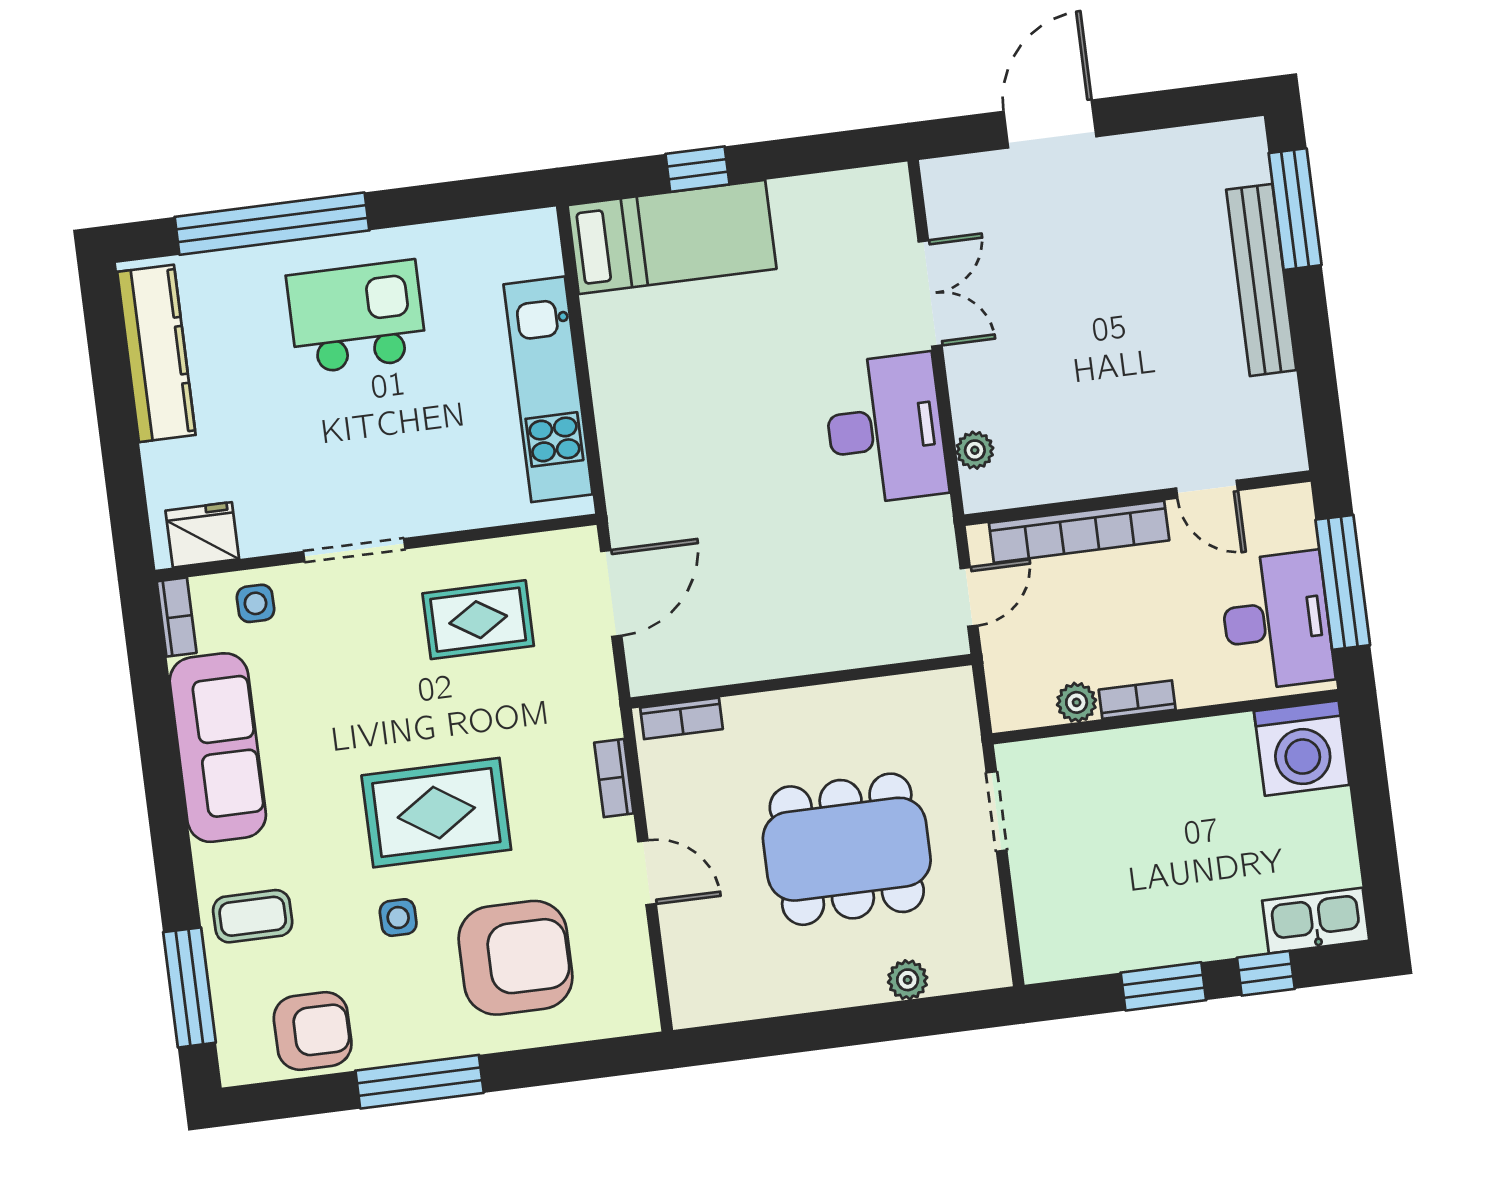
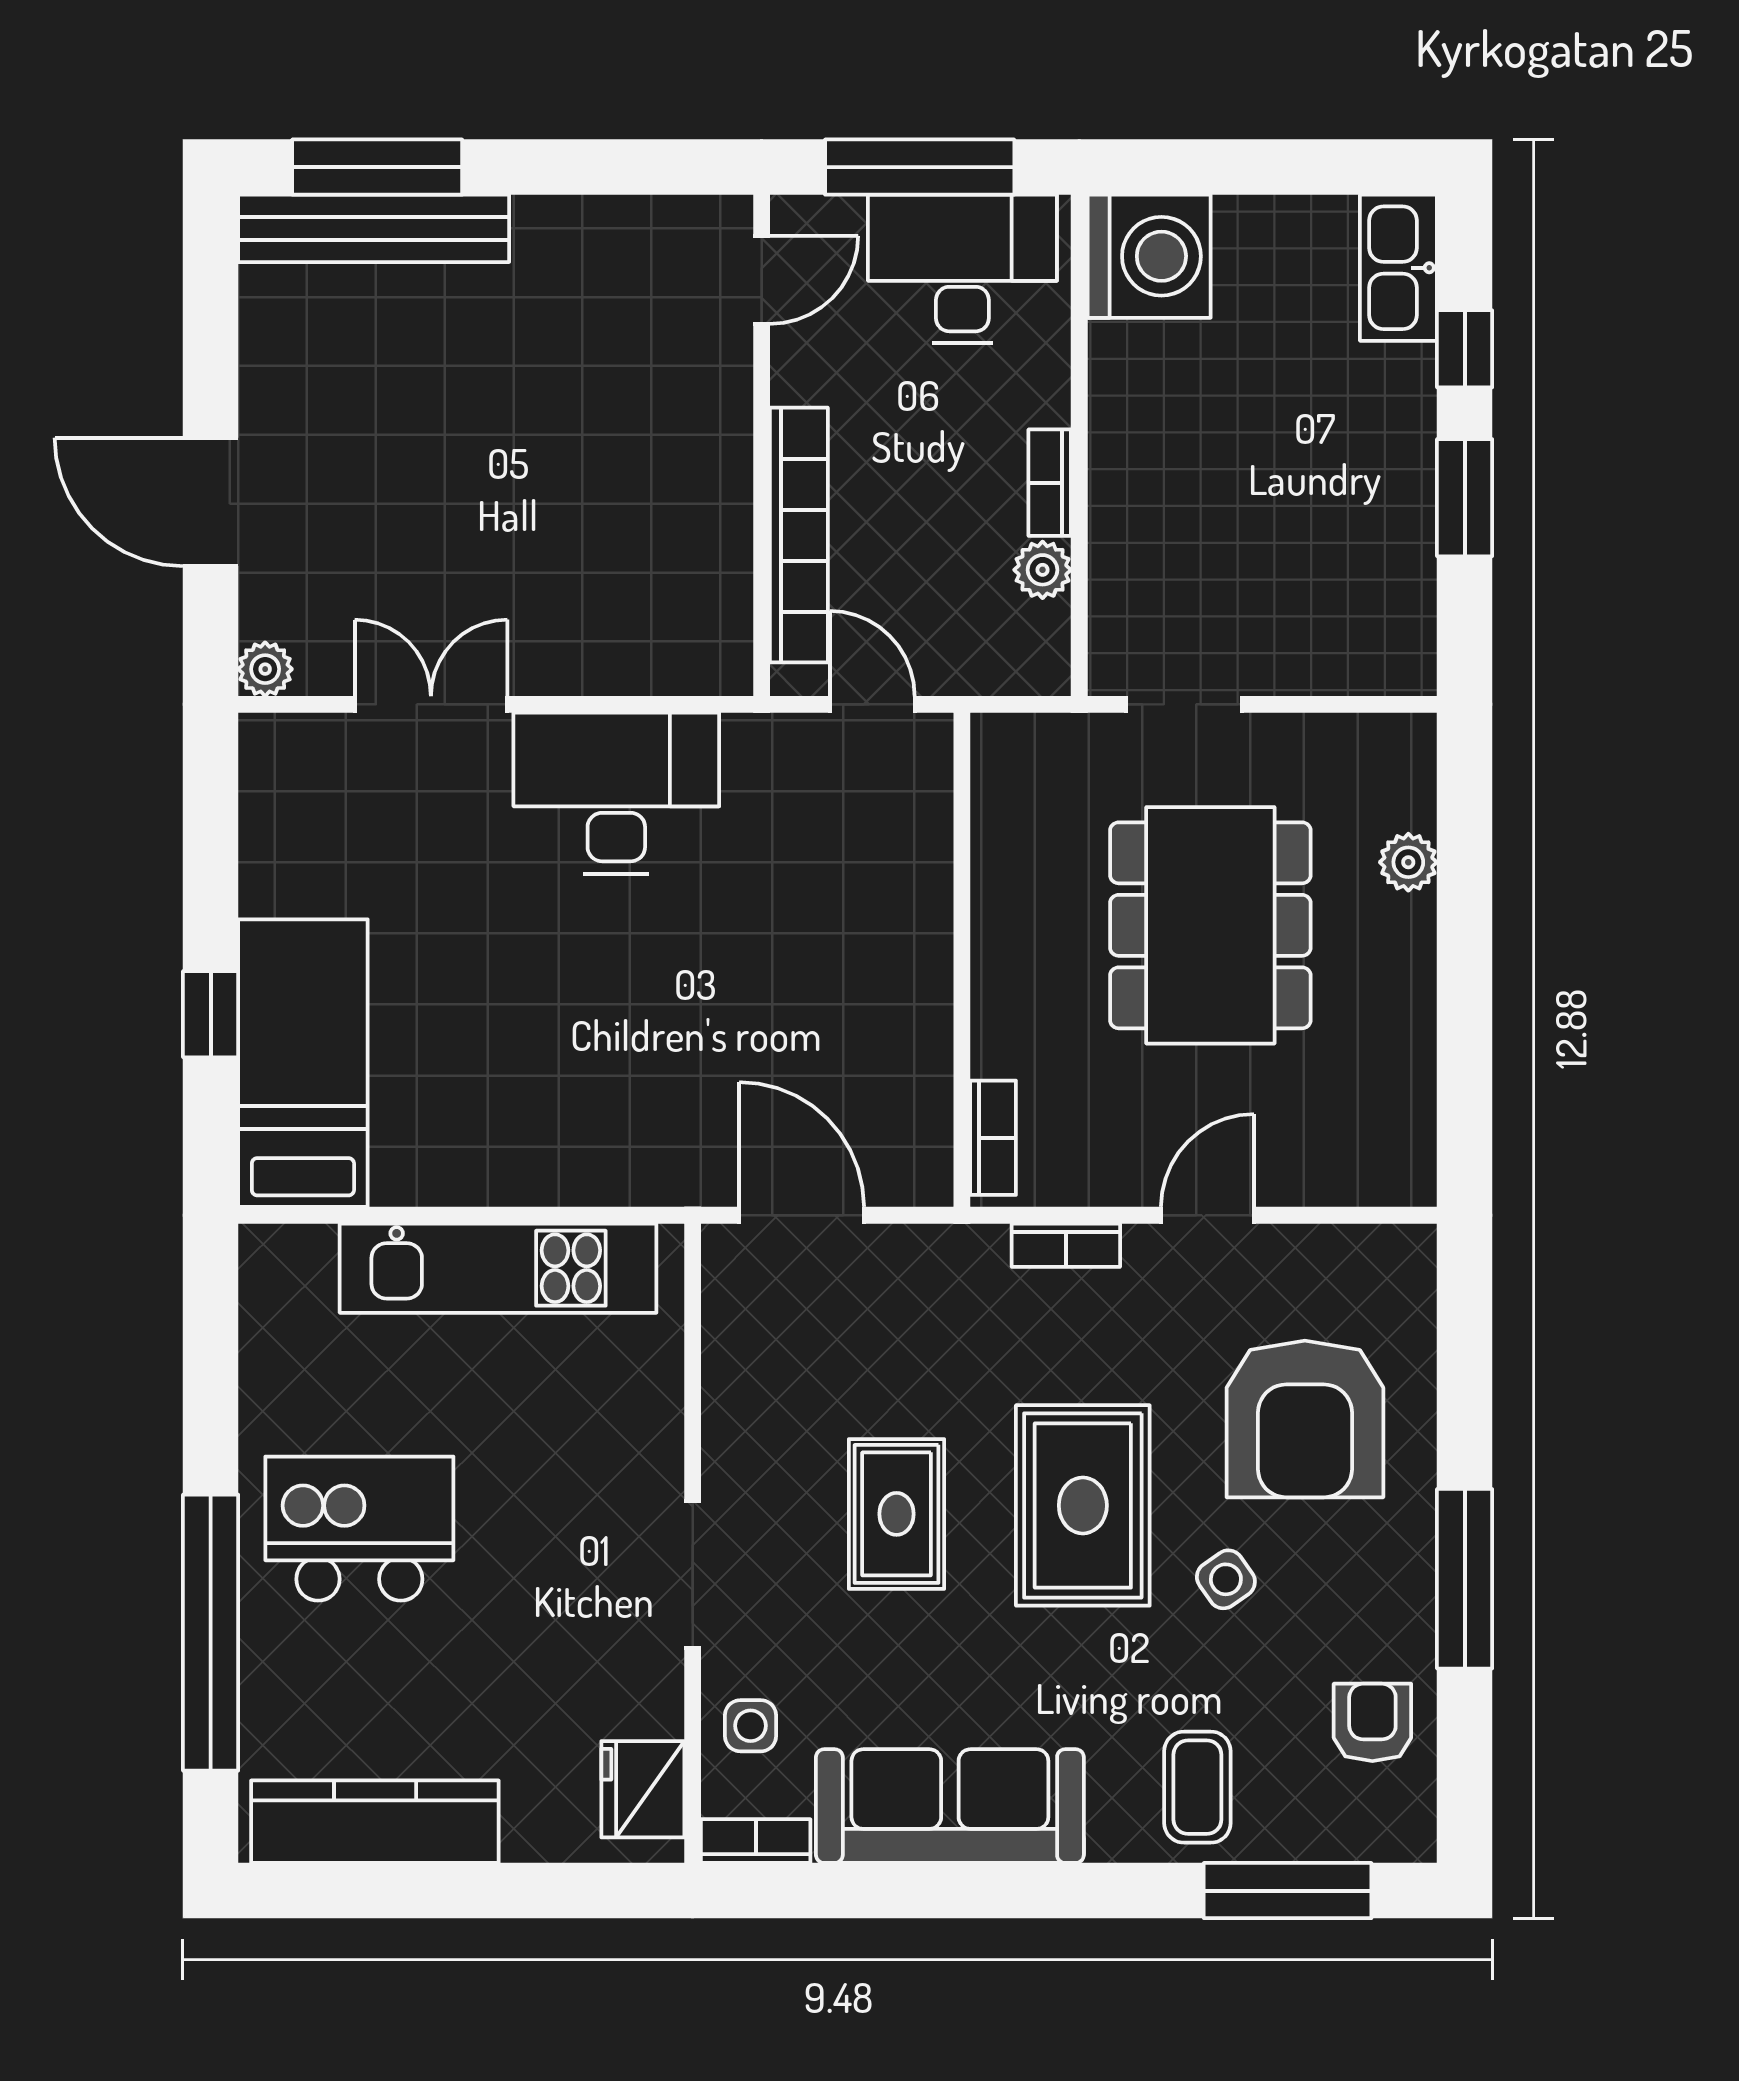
bench: (1261, 280) -> (374, 228), moved
kitchen island: (357, 317) -> (359, 1529), turned 90
plant: (975, 450) -> (265, 669), moved
door: (1207, 489) -> (762, 280), moved
rug: (478, 620) -> (897, 1514), moved
side table: (398, 918) -> (1226, 1579), turned -35
armchair: (515, 958) -> (1305, 1419), turned 180
armchair: (313, 1031) -> (1372, 1722), width x0.72, depth x0.72

